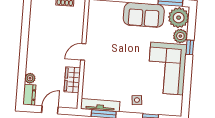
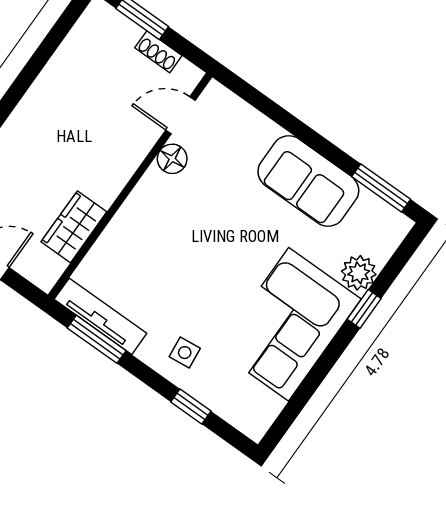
plant: (179, 18) -> (379, 231), removed
floor lamp: (92, 36) -> (172, 159), added
door: (83, 52) -> (180, 115), moved

